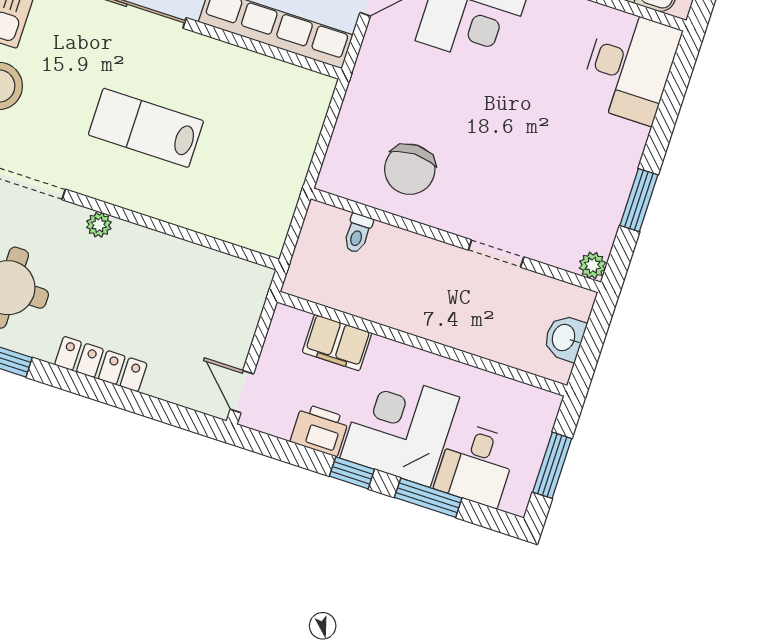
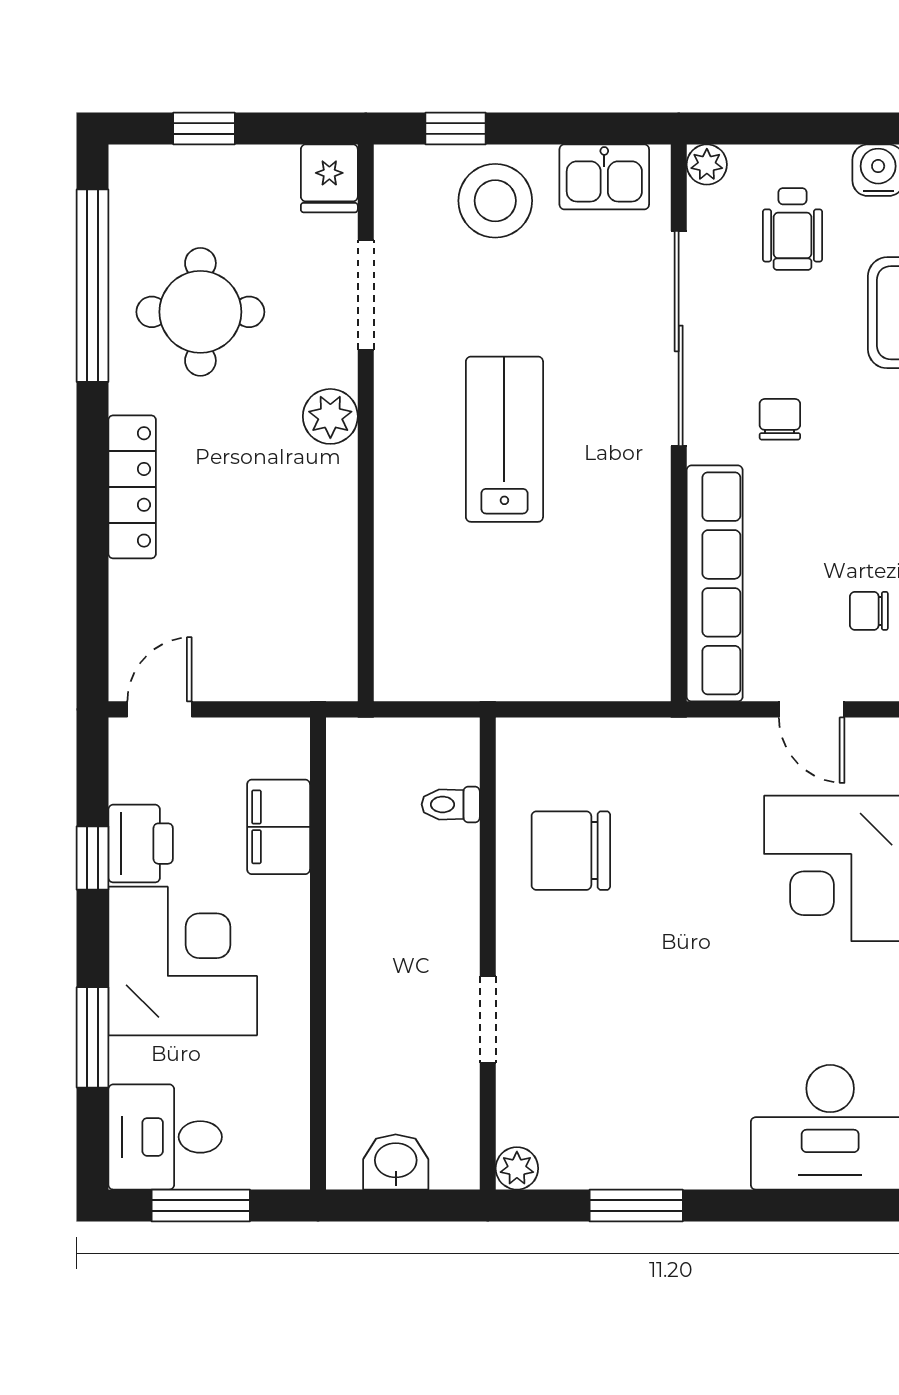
plant: (99, 225) -> (330, 416), width x1.38, depth x1.38
desk: (476, 464) -> (165, 1137), moved
window: (352, 473) -> (92, 858), moved

